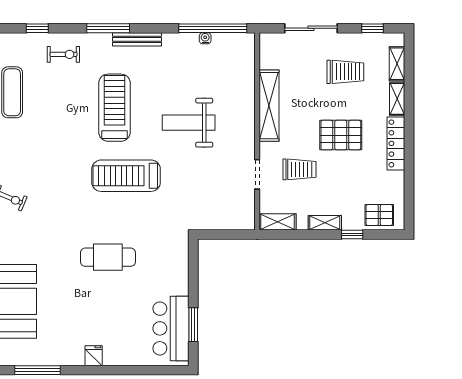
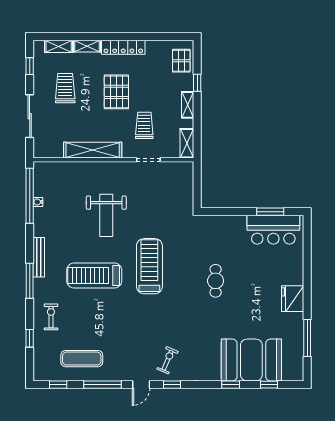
treadmill: (126, 176) -> (149, 266), turned 180
cafe table: (108, 257) -> (216, 281), width x0.73, depth x0.74
fridge: (94, 356) -> (293, 299), width x1.88, depth x1.34

